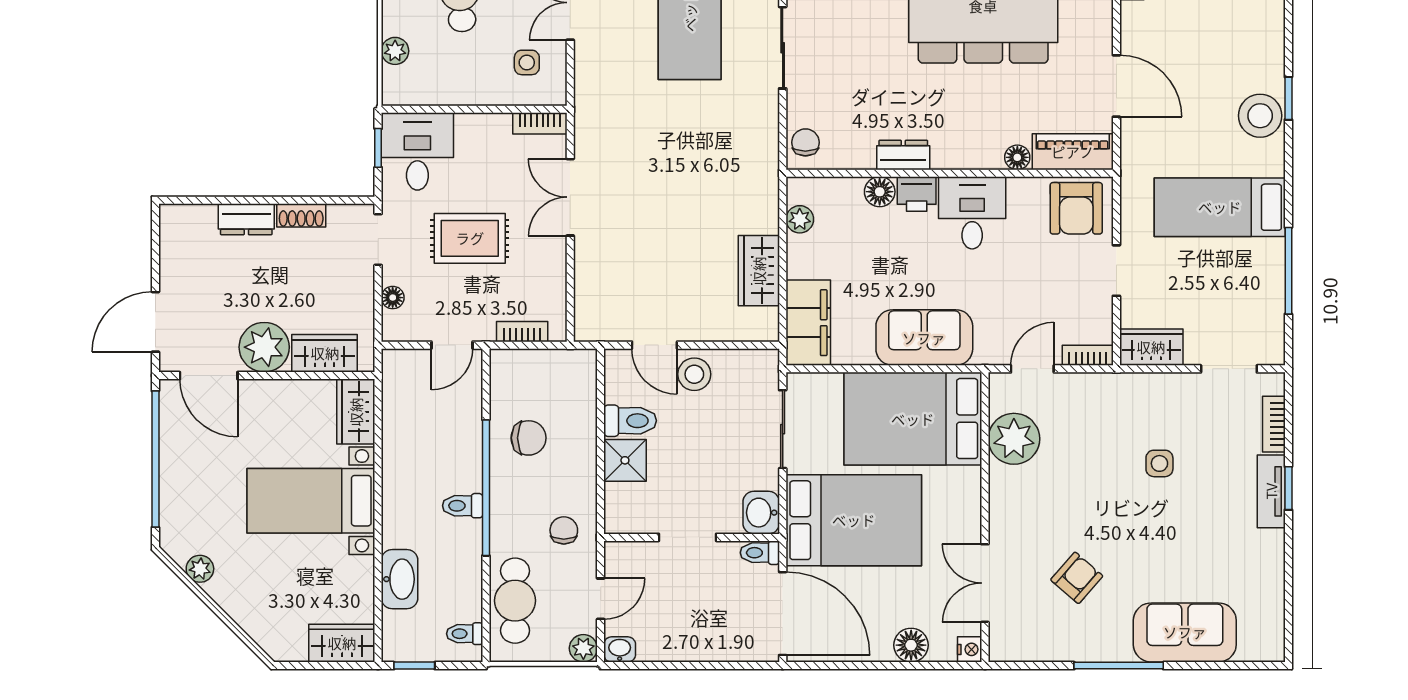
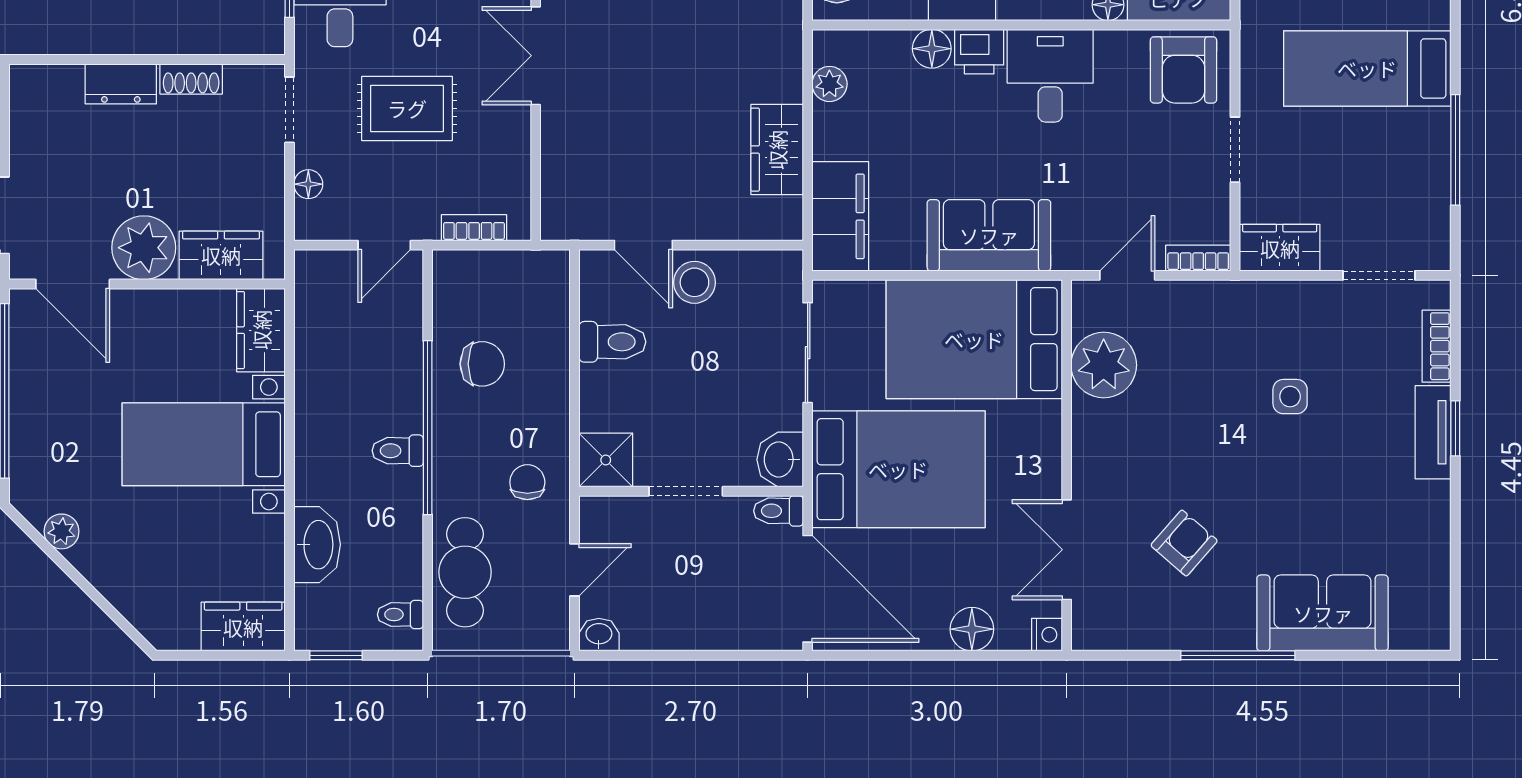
shower: (625, 460) -> (606, 460), moved
plant: (583, 648) -> (552, 633), removed

